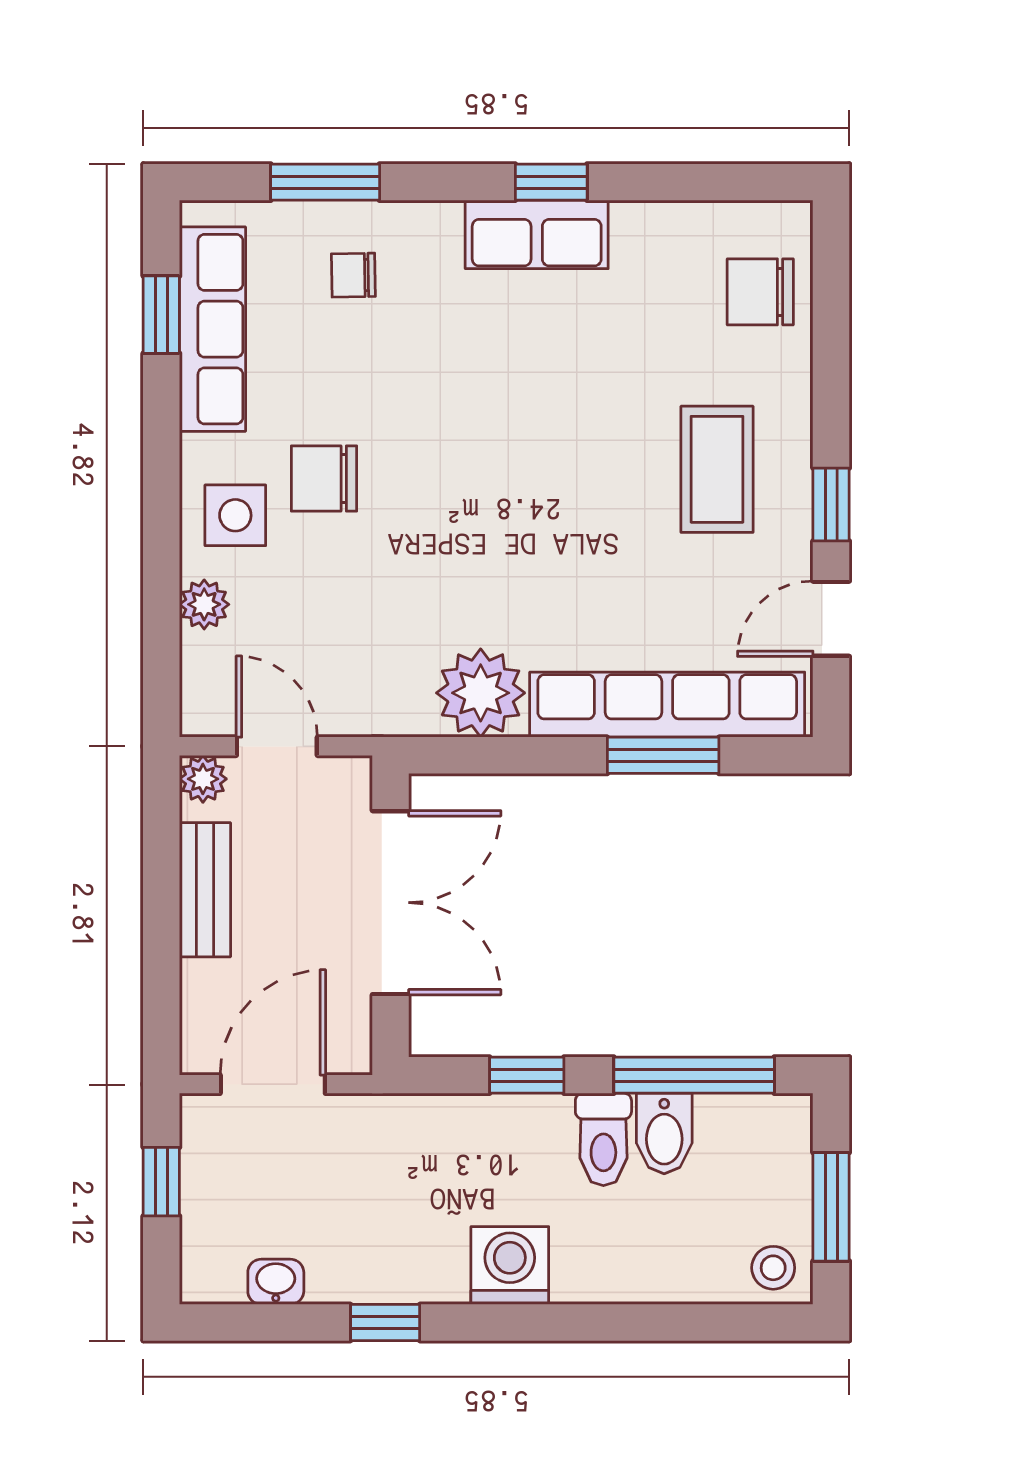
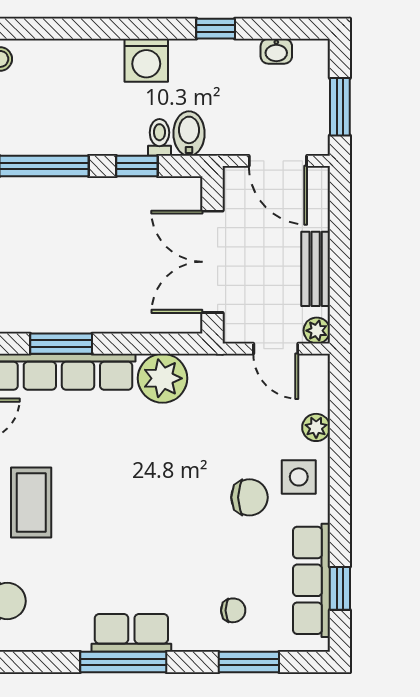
window: (551, 182) -> (123, 662), width x2.17
door: (273, 1084) -> (278, 161), hinge flipped
bidet: (664, 1134) -> (189, 134), moved
toilet: (603, 1139) -> (159, 137), moved, width x0.73, depth x0.72
window: (161, 1182) -> (340, 107), width x1.50

